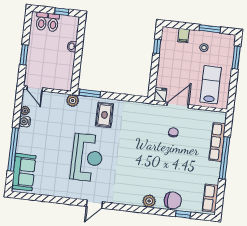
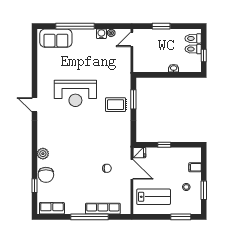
window: (157, 46) -> (164, 145), moved
window: (90, 93) -> (133, 99), moved
plant: (73, 101) -> (125, 75), removed

